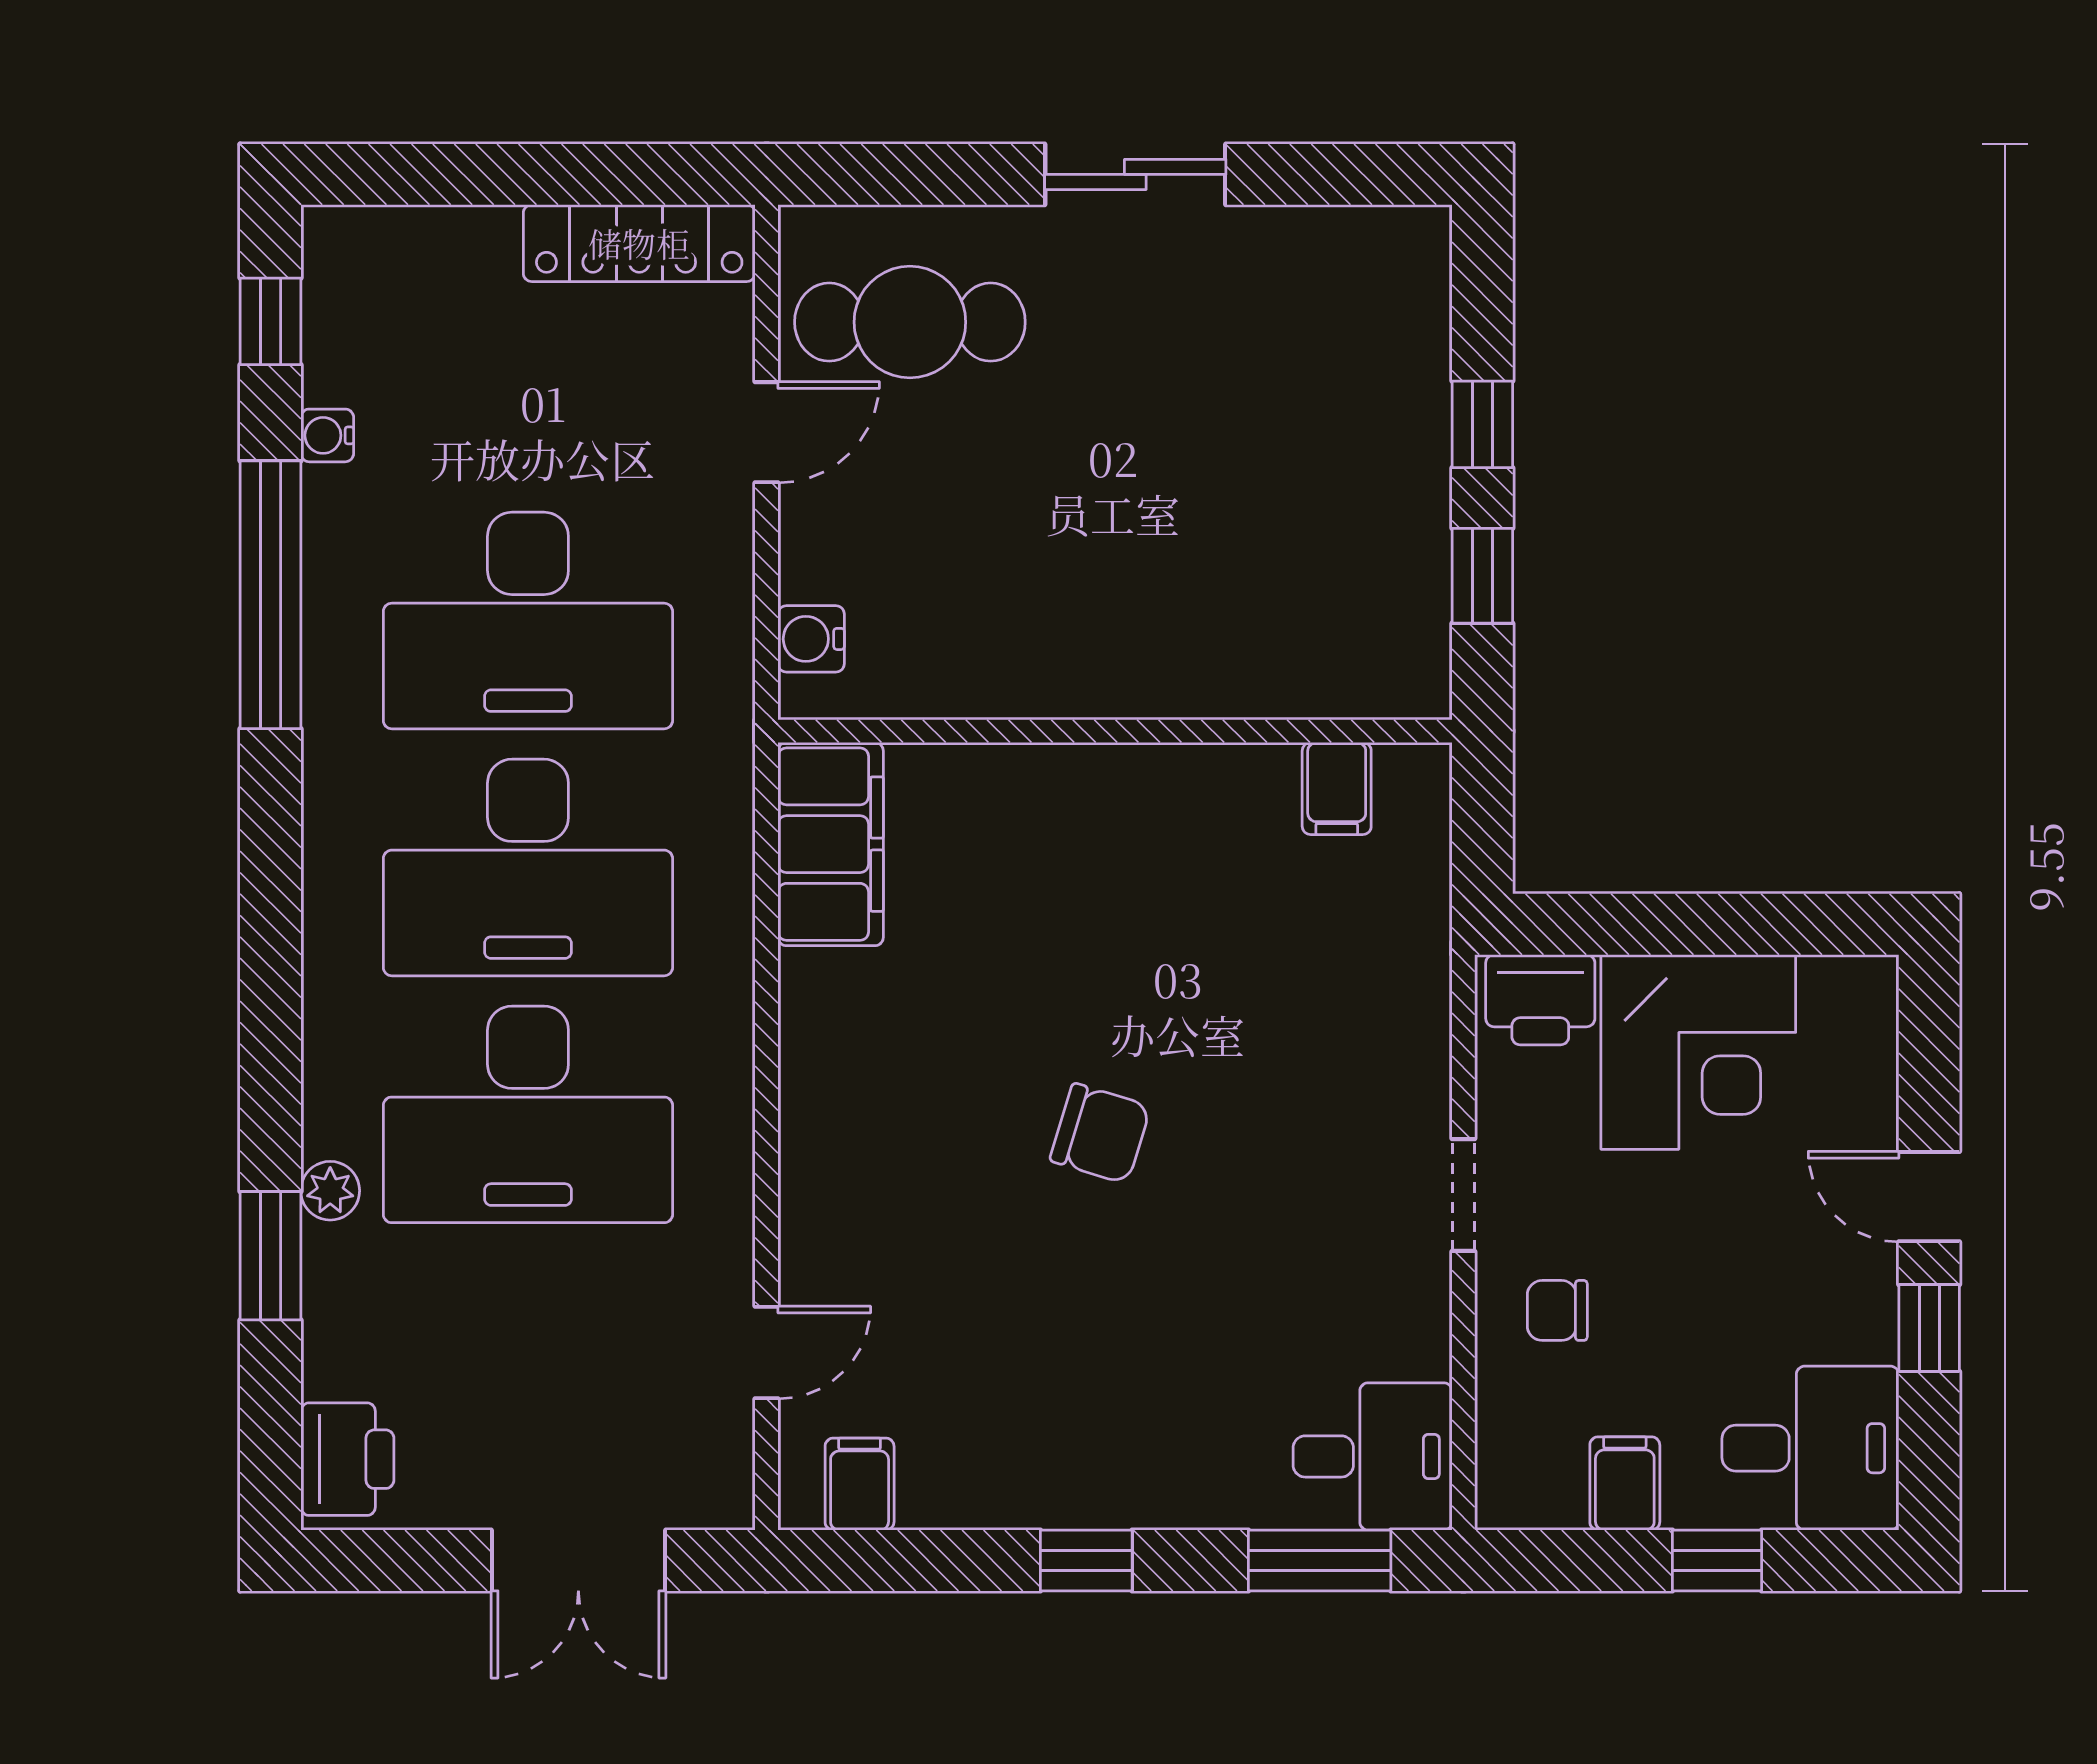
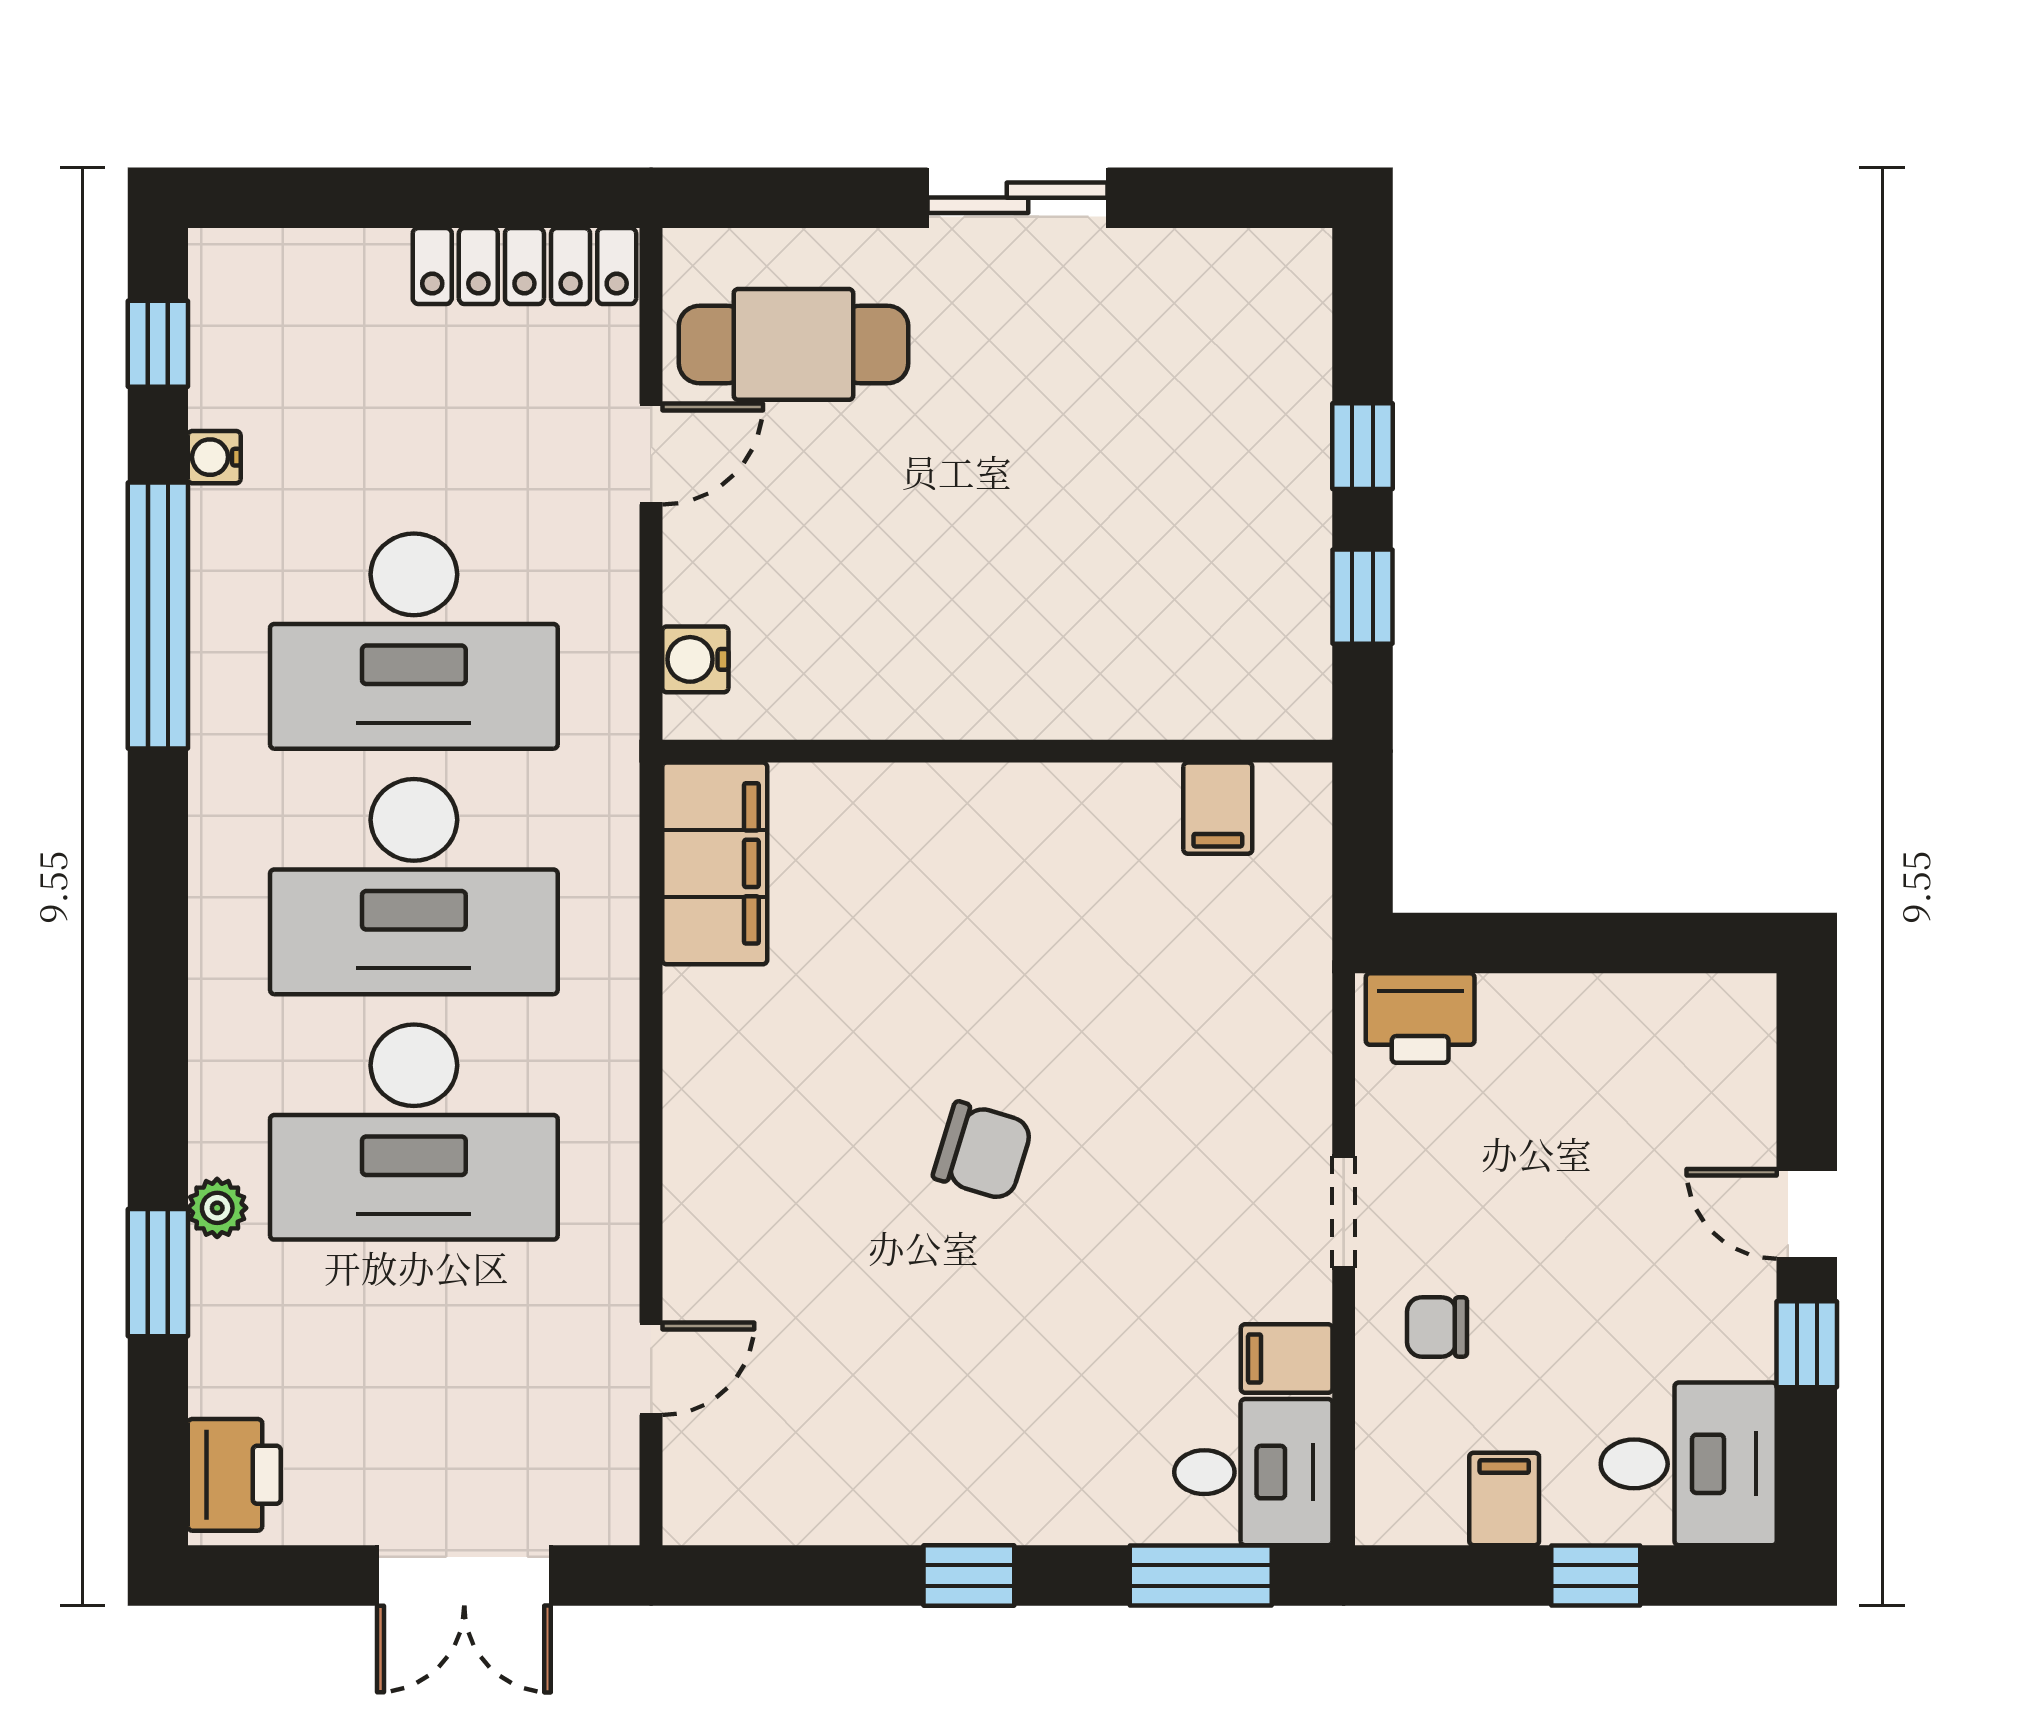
corner desk: (1698, 1052) -> (1577, 1070), removed
filing cabinet: (860, 1484) -> (1287, 1358), moved, turned -90

